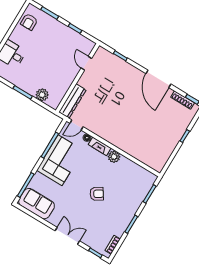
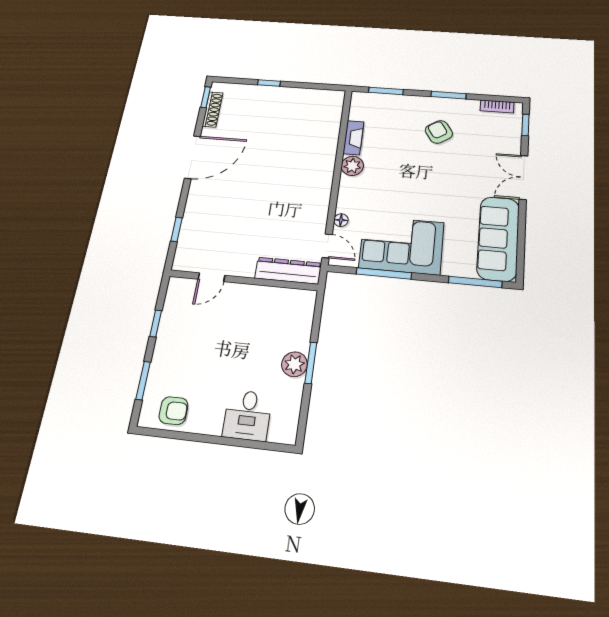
plant: (42, 95) -> (294, 364), moved
fireplace: (100, 146) -> (353, 138), moved
armchair: (97, 194) -> (439, 132), moved
sofa: (37, 204) -> (498, 238), width x1.36

